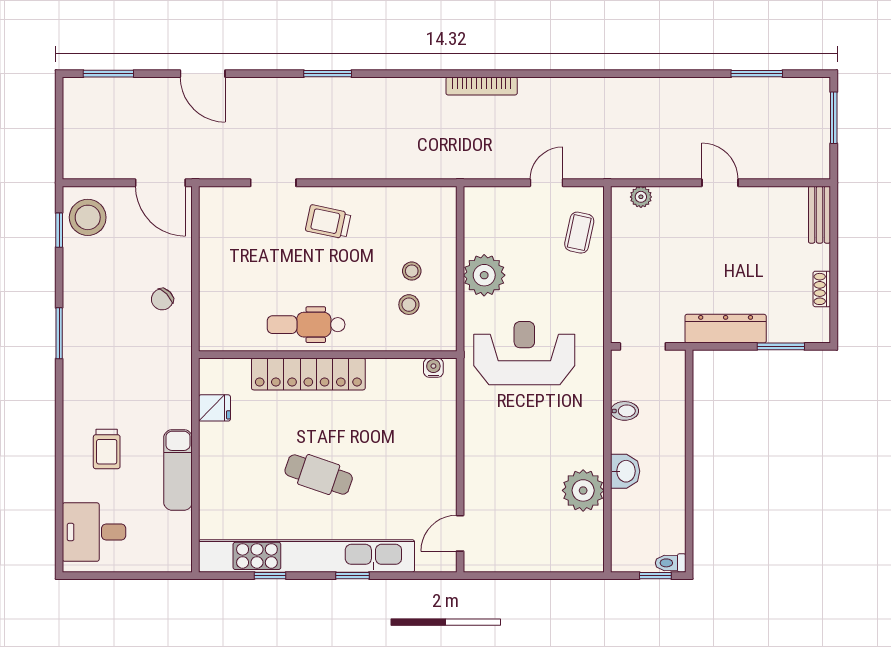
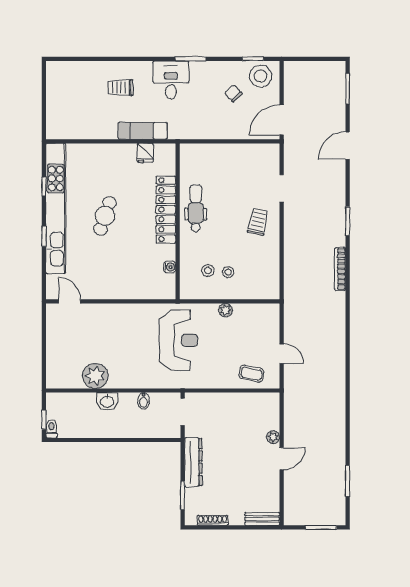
bookcase: (482, 86) -> (340, 269), moved
plant: (641, 197) -> (273, 437), moved
plant: (484, 275) -> (226, 310), width x0.53, depth x0.53
shoe rack: (822, 289) -> (213, 520), width x1.43
chair: (162, 299) -> (233, 93), moved
water cooler: (433, 368) -> (170, 267), moved
exam couch: (178, 470) -> (142, 131), moved
desk: (94, 532) -> (171, 80), moved

